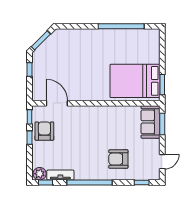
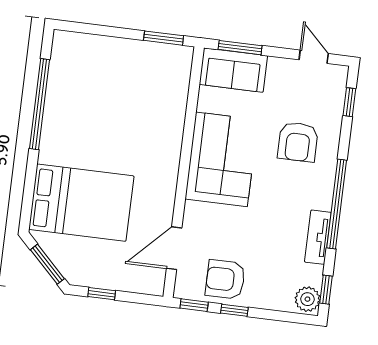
bed: (135, 81) -> (81, 203), moved, turned -90
corner sofa: (105, 122) -> (221, 159), added
tv unit: (60, 175) -> (318, 237), moved

